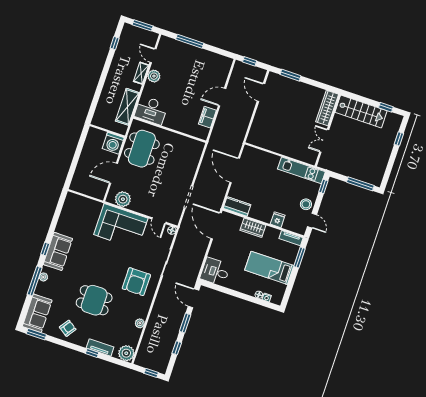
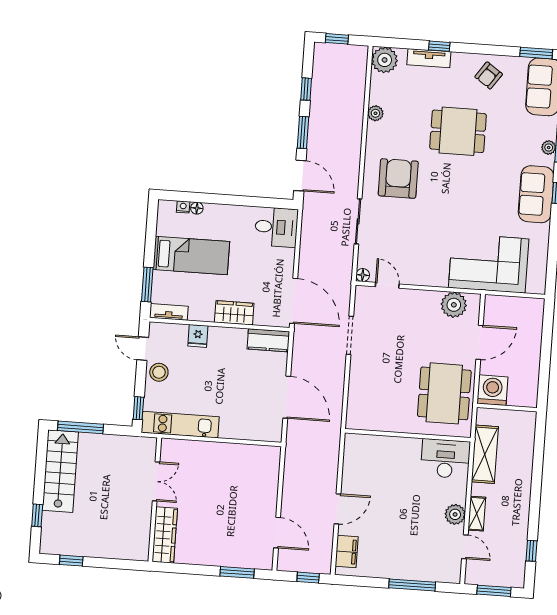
stairs: (361, 112) -> (60, 471), moved, turned 90
filing cabinet: (207, 117) -> (347, 552), moved
corner sofa: (121, 226) -> (489, 263), moved

